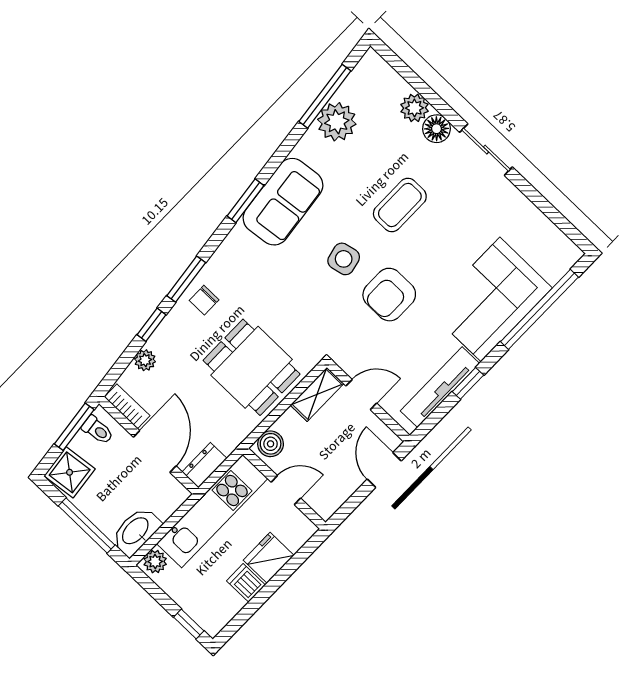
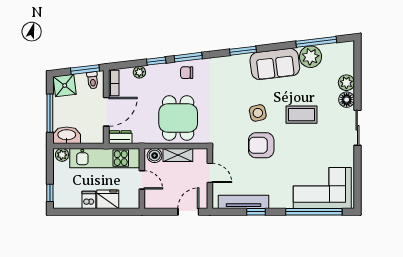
sofa: (283, 202) -> (275, 64), moved
corner sofa: (490, 299) -> (322, 188), moved
shelving: (317, 394) -> (178, 155), moved

